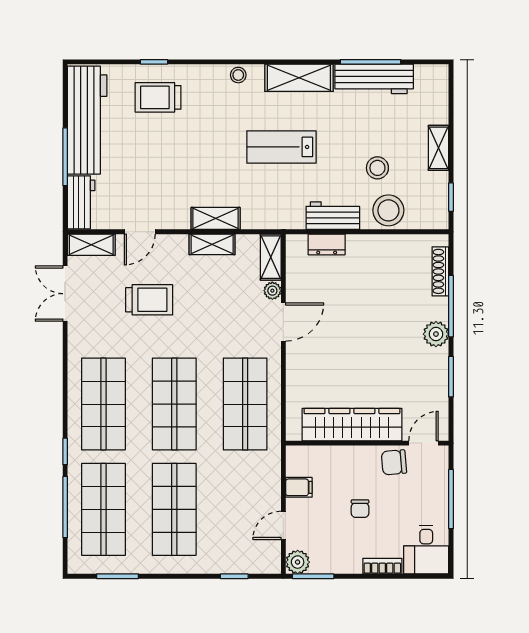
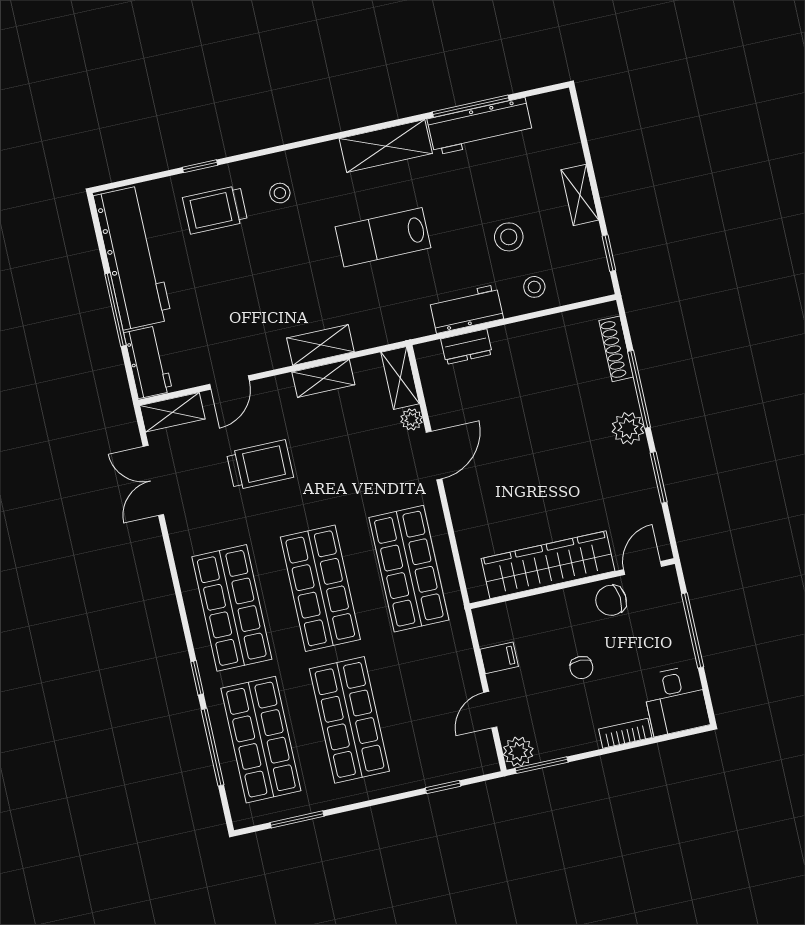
stool: (238, 75) -> (280, 193), moved
stool: (388, 210) -> (534, 287), width x0.53, depth x0.53

